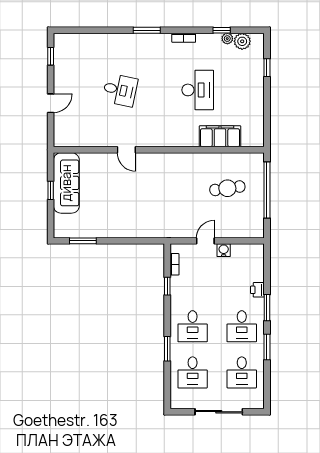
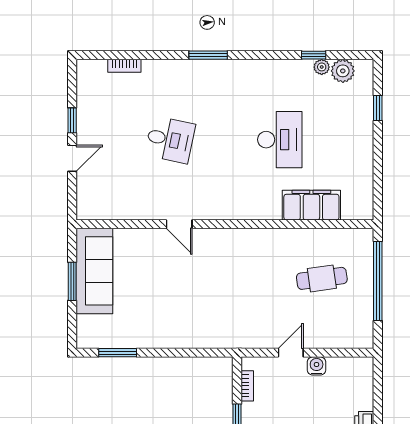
bookcase: (184, 38) -> (124, 66), moved
window: (51, 56) -> (72, 120), moved
window: (51, 190) -> (72, 281), width x1.50

